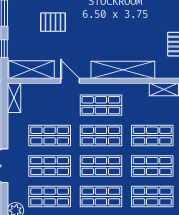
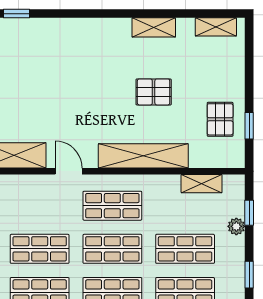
pallet: (53, 22) -> (154, 92), moved

